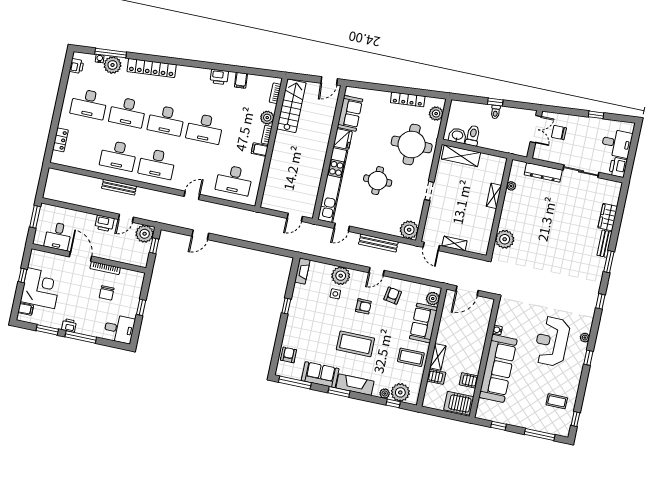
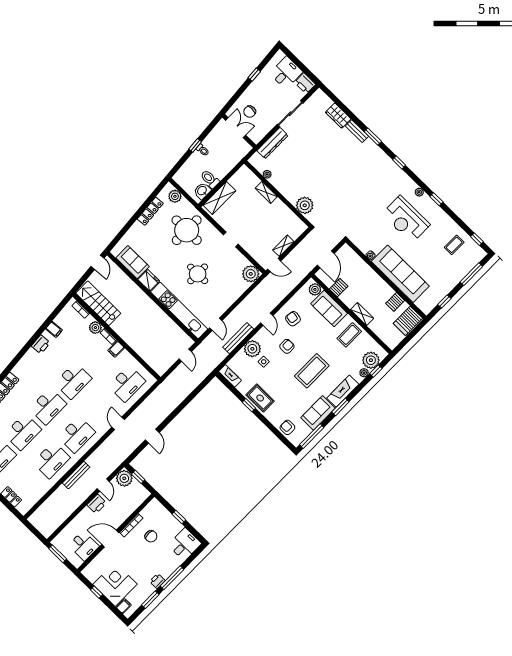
bench: (378, 243) -> (238, 338), moved
rug: (300, 312) -> (260, 398), added
server rack: (436, 377) -> (339, 288), moved

